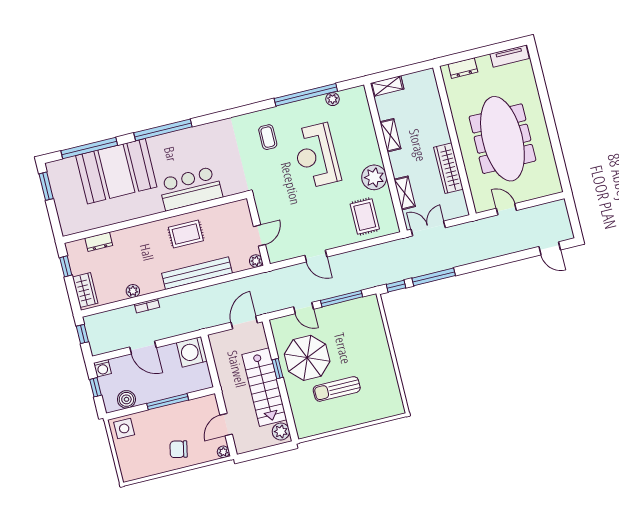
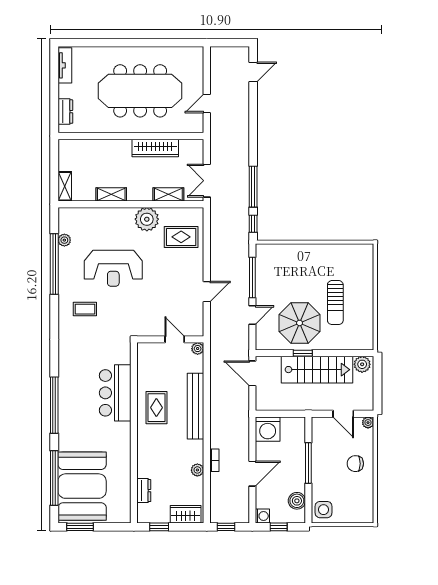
booth: (116, 171) -> (82, 486), moved
chair: (179, 449) -> (355, 464), turned 78

